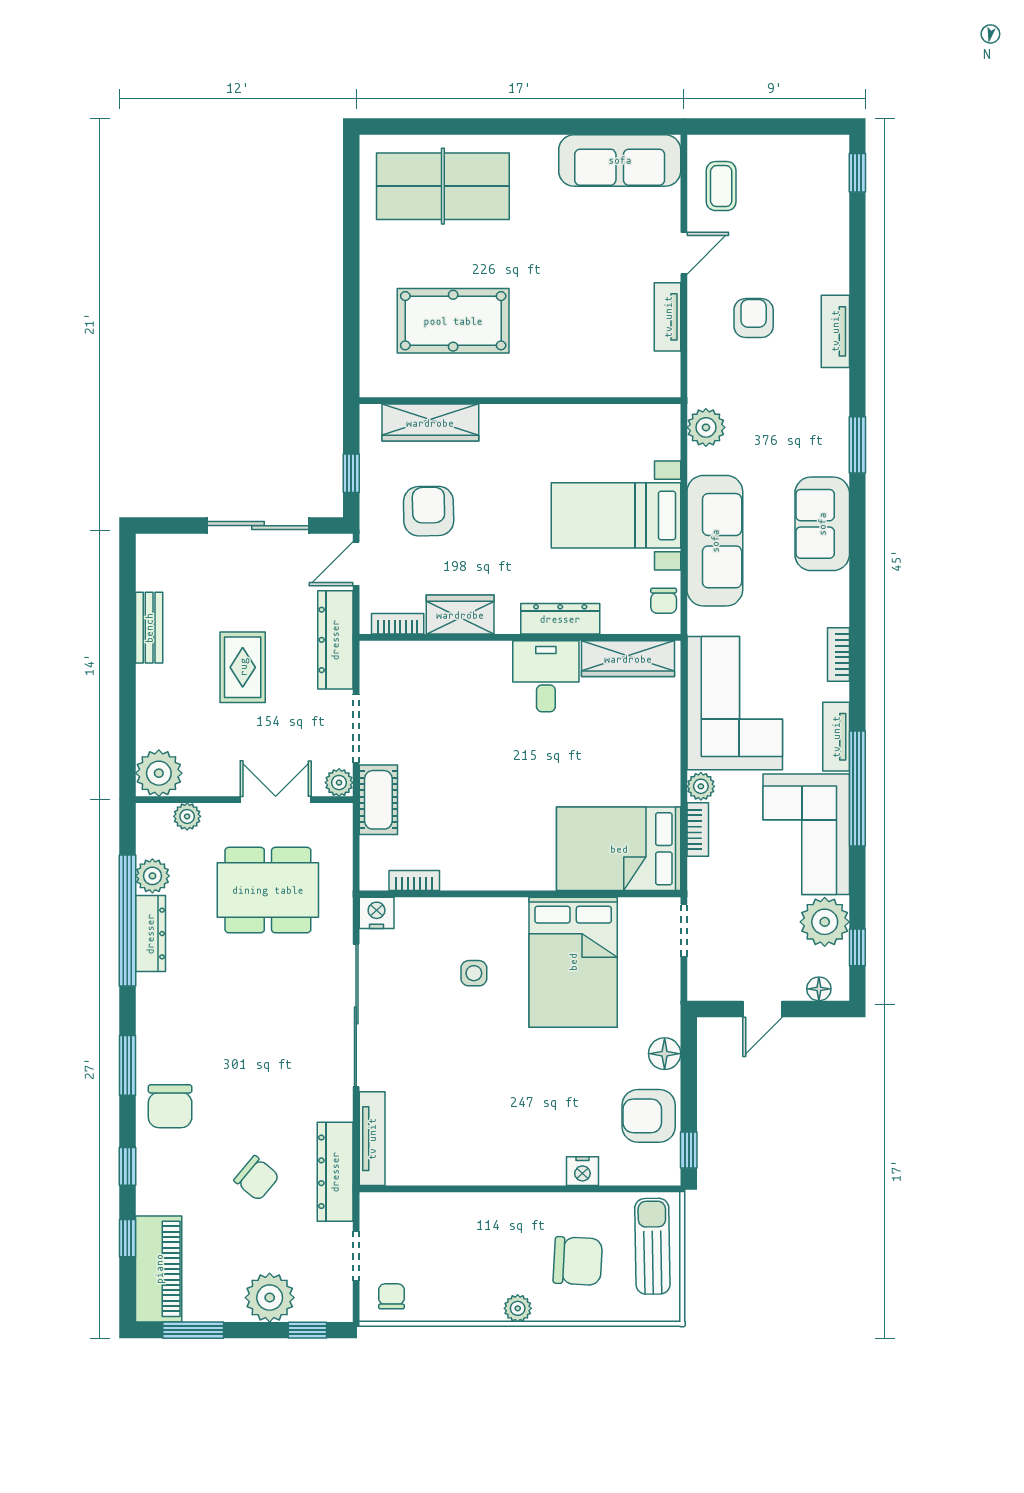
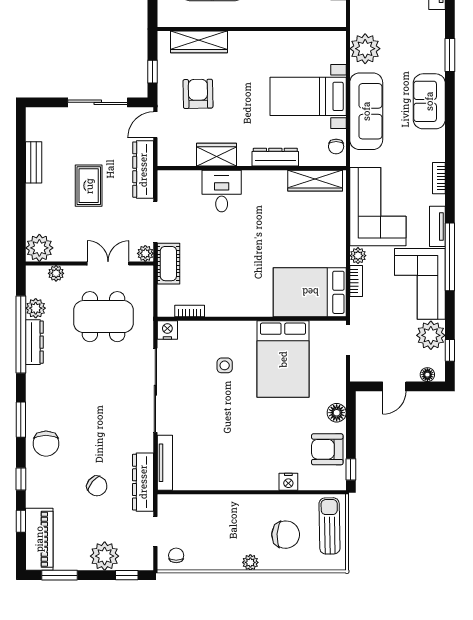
plant: (706, 427) -> (365, 49), width x1.36, depth x1.36
bookcase: (398, 624) -> (180, 160), removed
desk: (546, 676) -> (222, 191), moved

